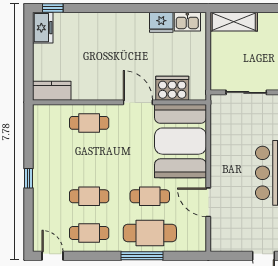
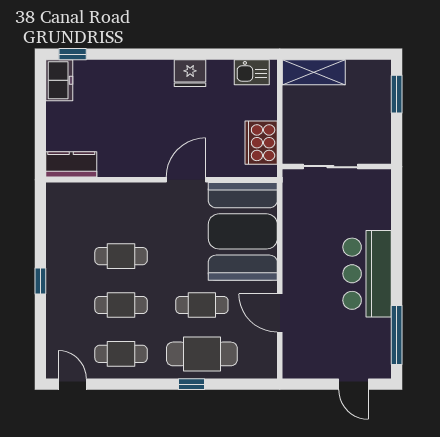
fridge: (161, 22) -> (190, 73), moved
cooker: (172, 88) -> (261, 143), moved, turned -90
door: (138, 102) -> (186, 180), hinge flipped
cafe table: (89, 123) -> (121, 256), moved
window: (142, 256) -> (192, 384), width x0.46

